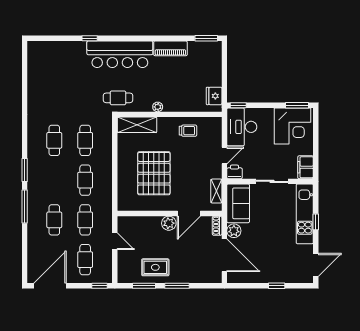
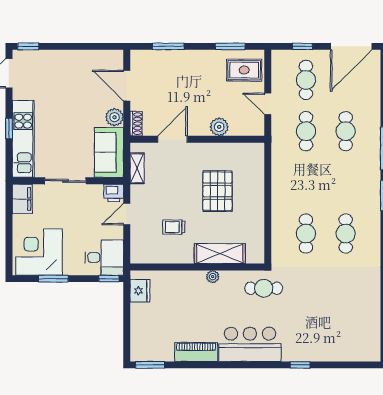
bar counter: (120, 54) -> (250, 344), width x0.73
window: (297, 105) -> (53, 279), moved
shelving: (137, 125) -> (220, 254), moved
desk: (242, 127) -> (104, 258), width x0.73
trolley: (188, 131) -> (174, 227), moved
pallet: (154, 173) -> (217, 191), width x0.73, depth x0.71
cafe table: (85, 180) -> (306, 182), removed
plant: (169, 223) -> (219, 127), moved
door: (224, 255) -> (127, 86), width x0.73
rug: (155, 267) -> (244, 70), moved
window: (100, 286) -> (302, 46), moved
window: (177, 286) -> (168, 46), moved
window: (277, 286) -> (28, 46), moved

